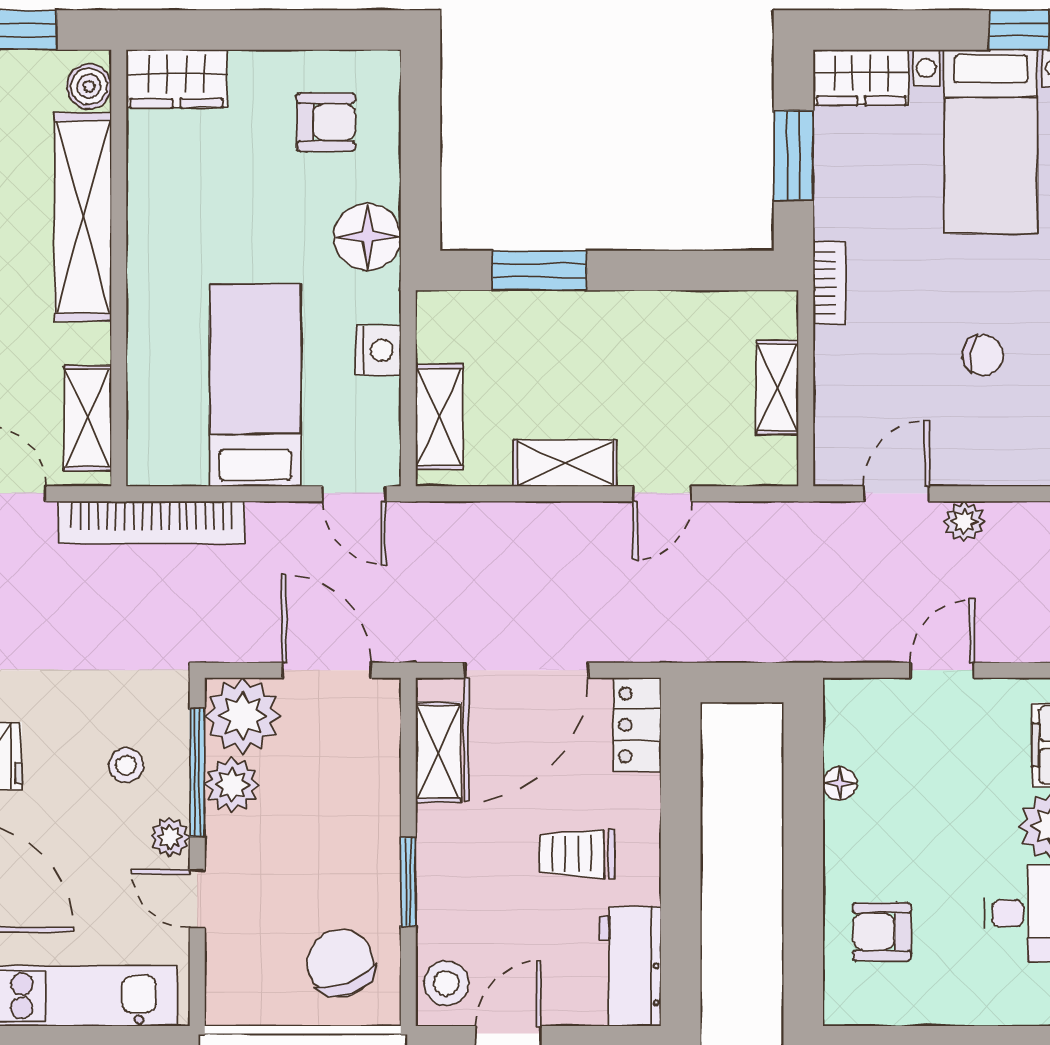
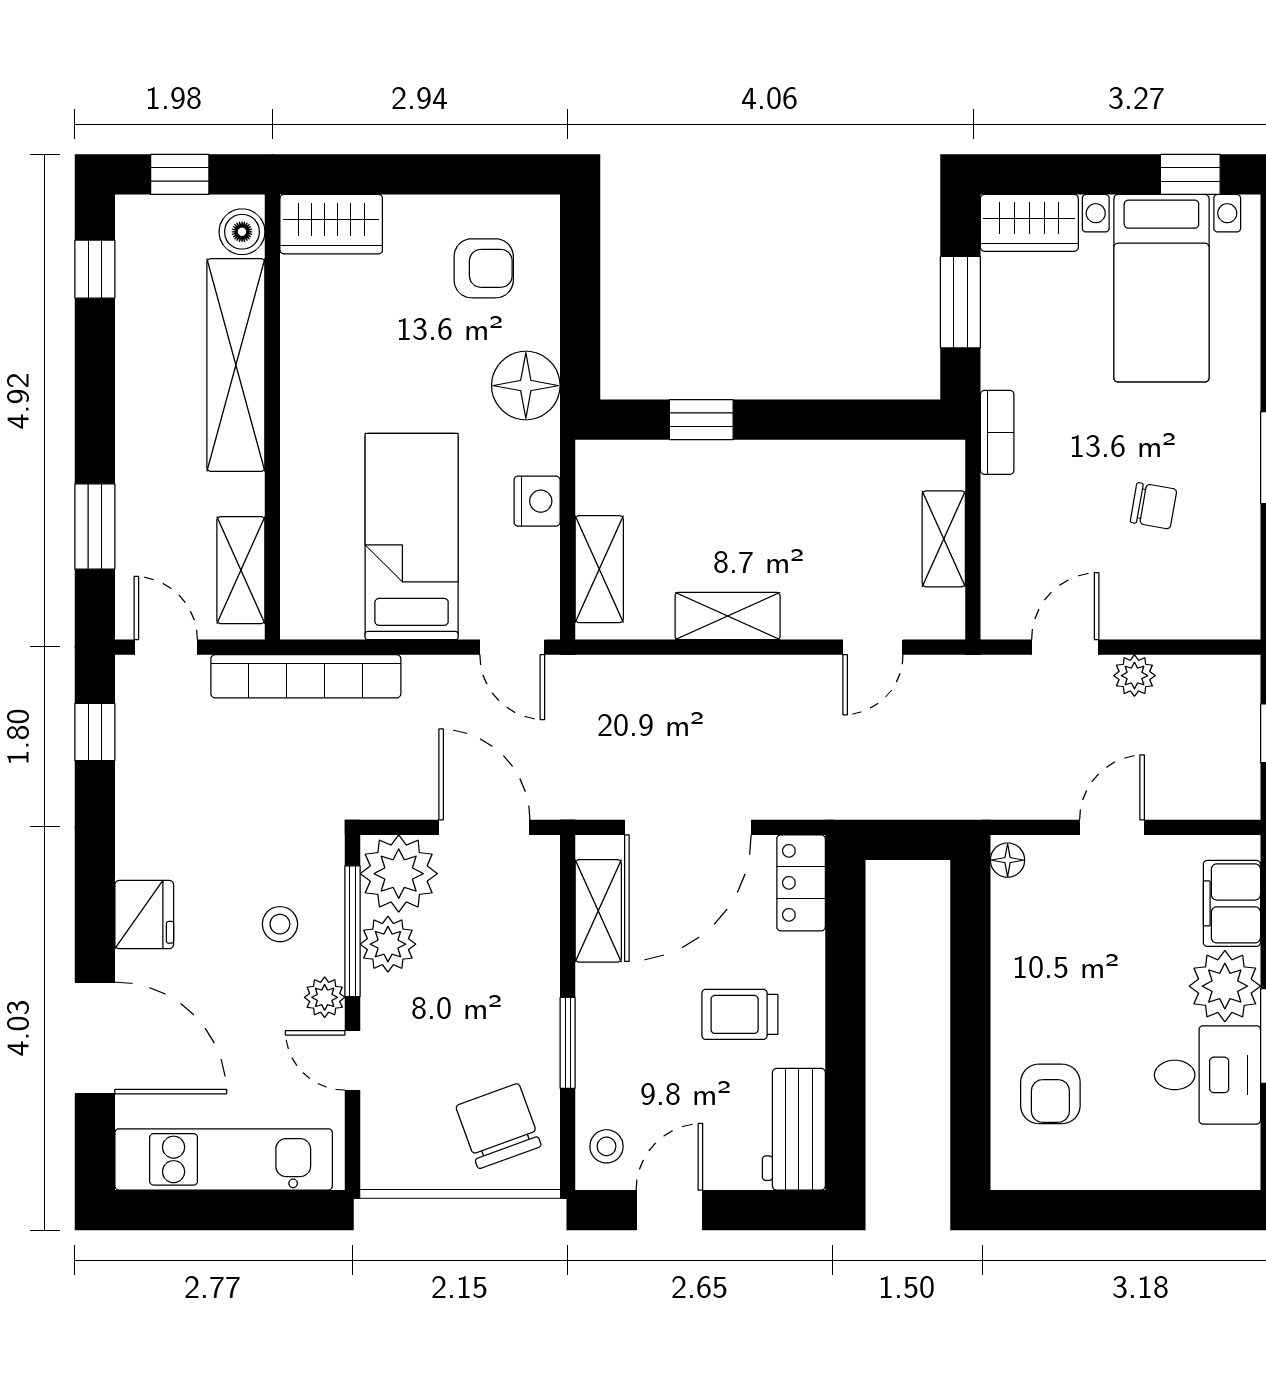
window: (539, 270) -> (701, 420), width x0.67
door: (662, 494) -> (873, 647), moved
floor lamp: (840, 783) -> (1008, 860), moved
armchair: (882, 932) -> (1050, 1094), turned -90
stool: (446, 983) -> (606, 1146), width x0.73, depth x0.73

